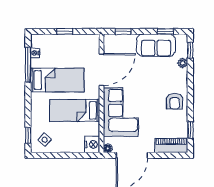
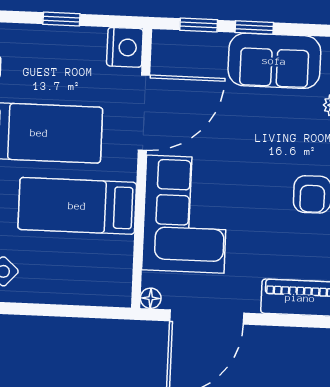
window: (165, 31) -> (254, 27), moved
nightstand: (92, 144) -> (125, 47), moved

